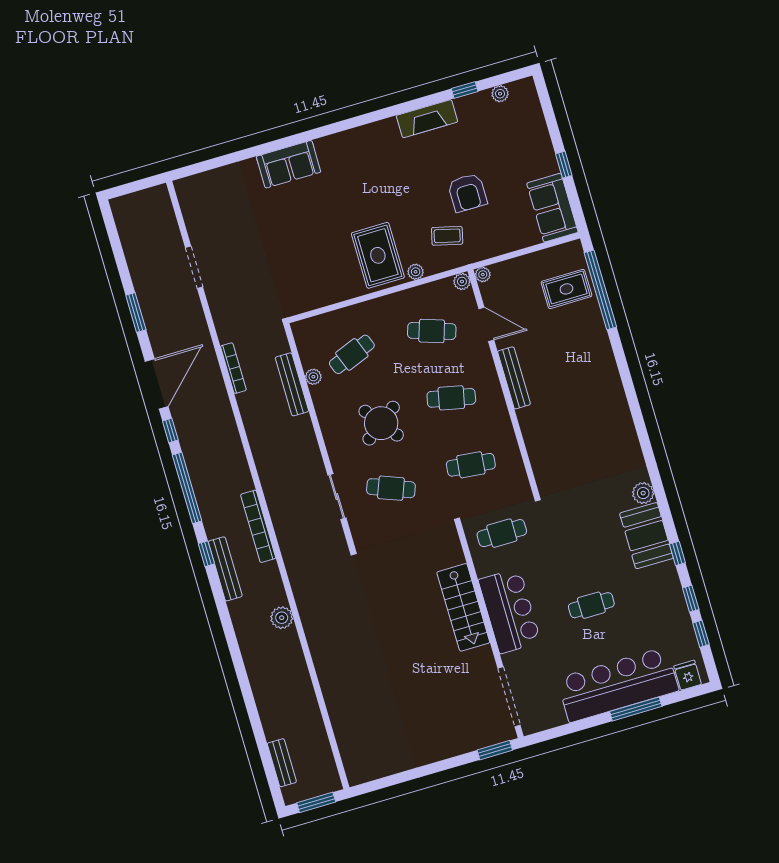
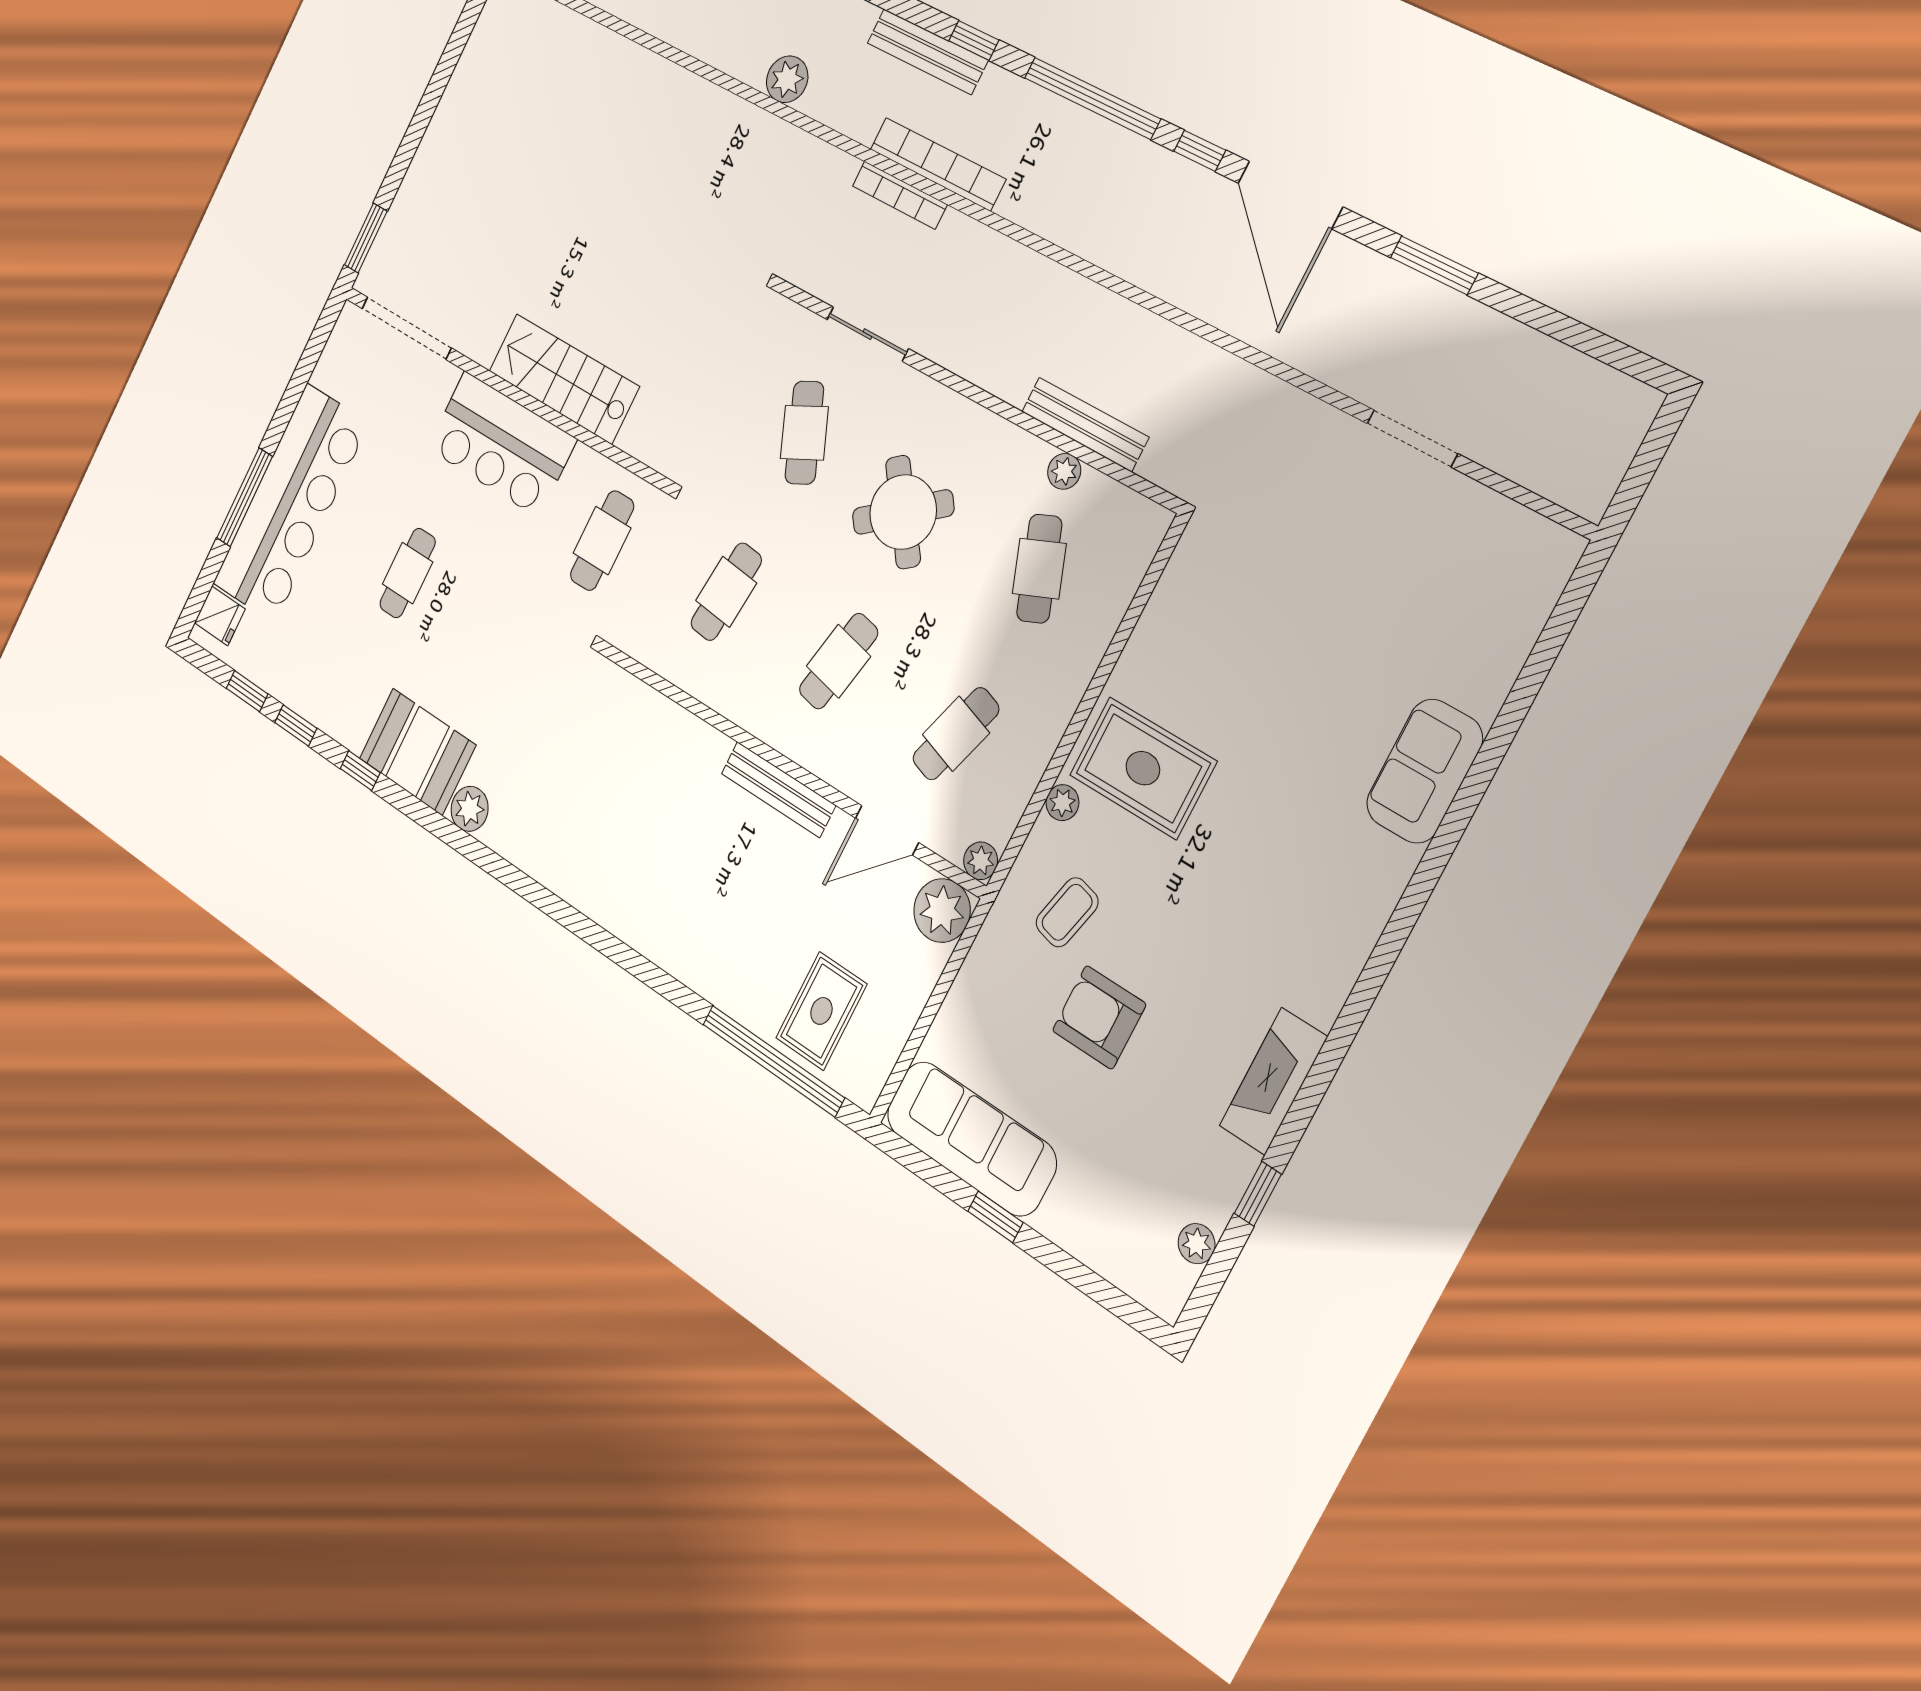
sofa: (552, 208) -> (971, 1138), width x1.36
plant: (483, 275) -> (942, 910), width x1.87, depth x1.87
bookcase: (233, 368) -> (900, 195), moved
cafe table: (391, 488) -> (804, 433), turned -45

